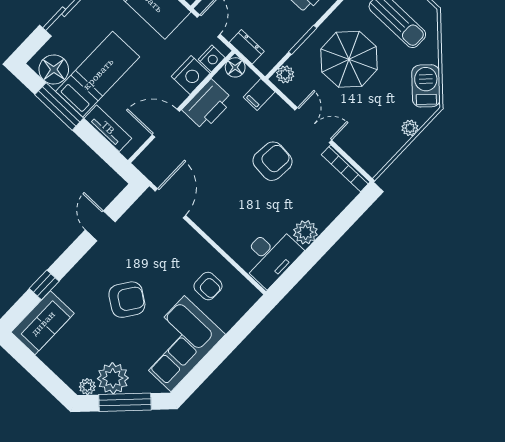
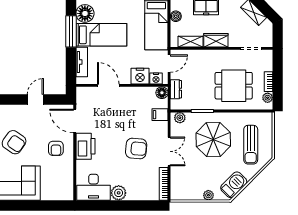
printer: (208, 105) -> (85, 146), moved, turned -90
door: (170, 203) -> (75, 121), swing flipped
armchair: (208, 286) -> (56, 148), moved

